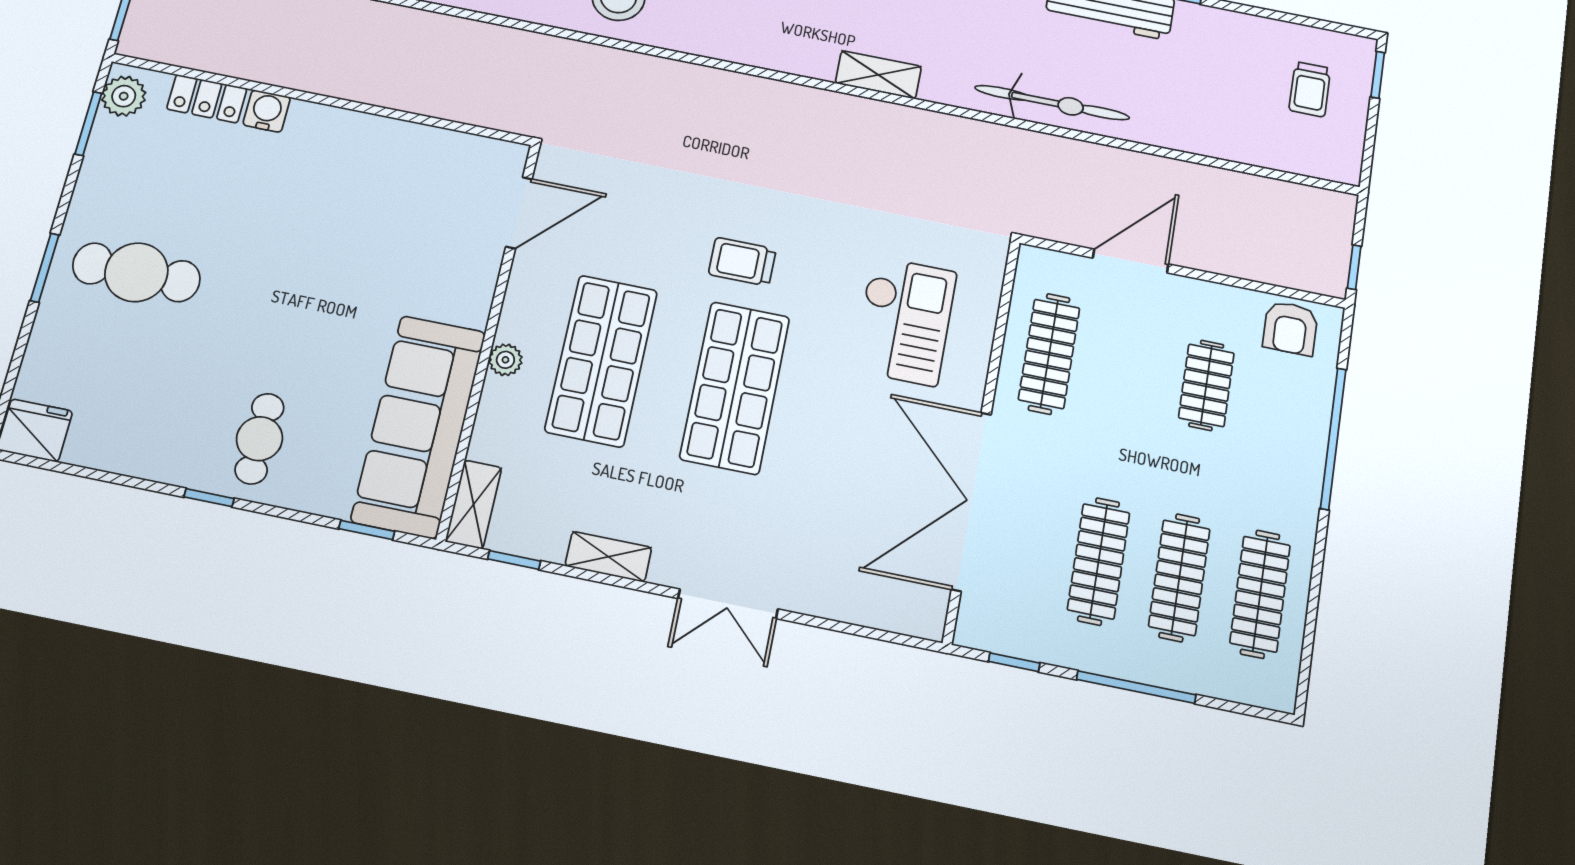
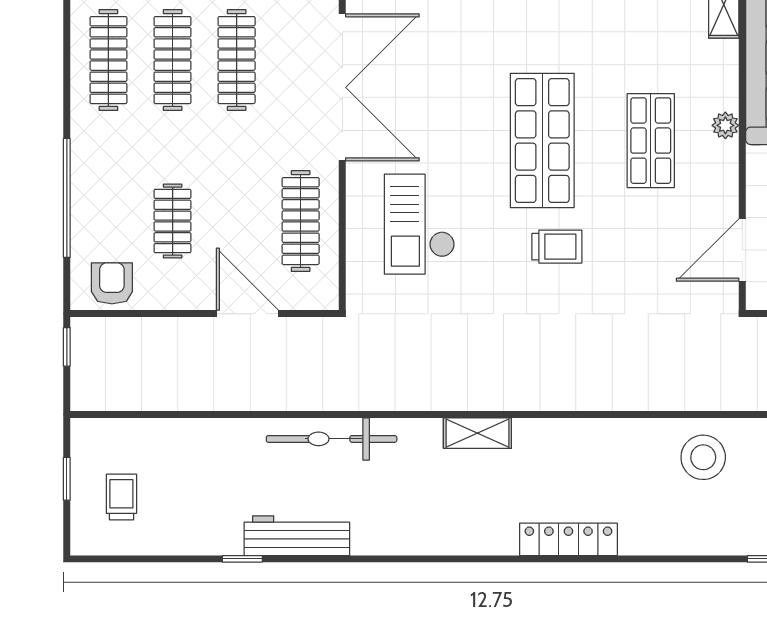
window: (1378, 75) -> (67, 479), moved
door: (1131, 261) -> (247, 314), swing flipped
shop shelf: (601, 361) -> (651, 141), width x0.70, depth x0.74

